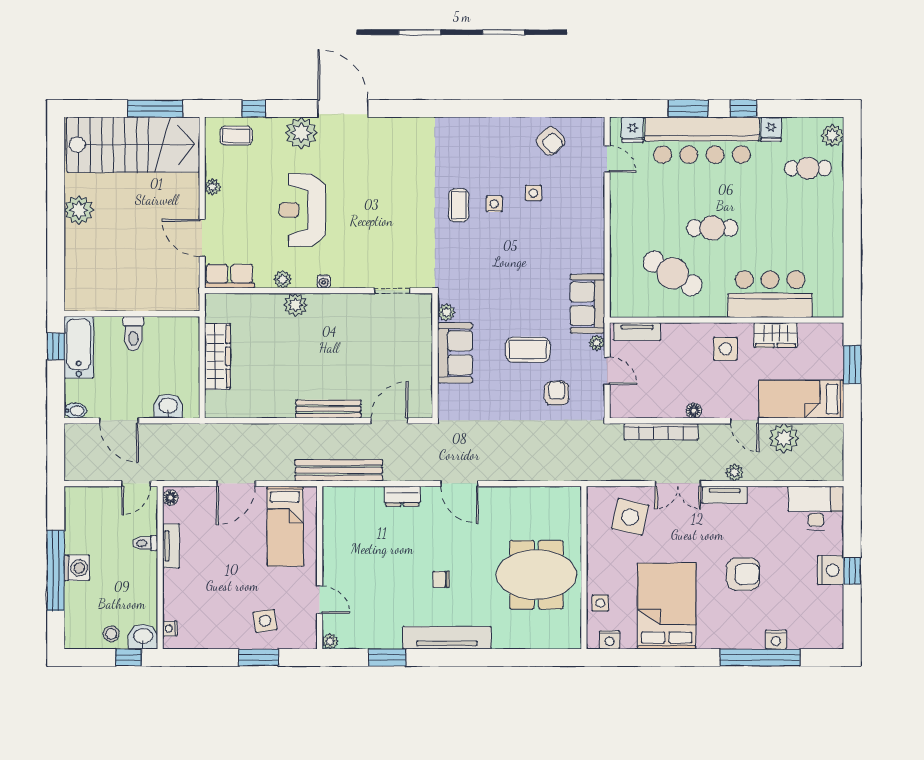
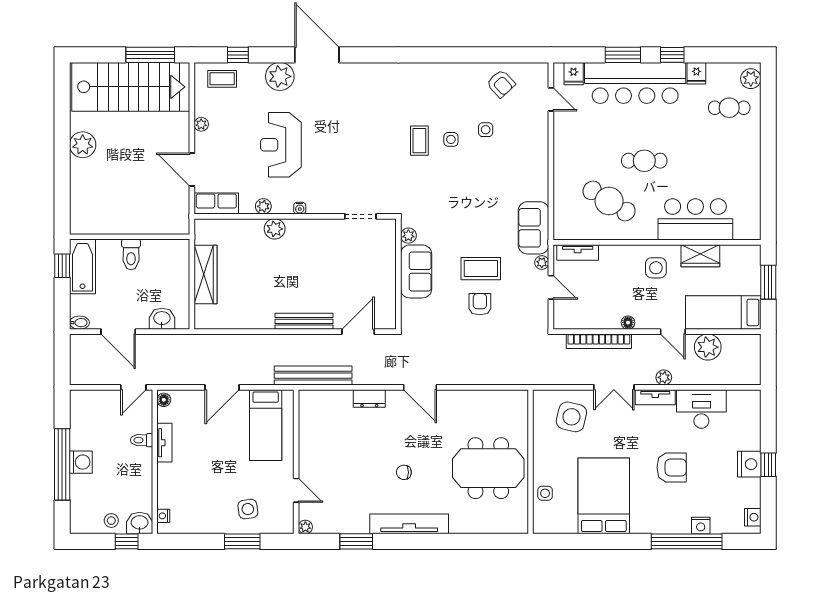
armchair: (557, 393) -> (480, 304), moved
desk: (816, 508) -> (701, 409), moved
nightstand: (610, 640) -> (753, 517), moved, turned -90

